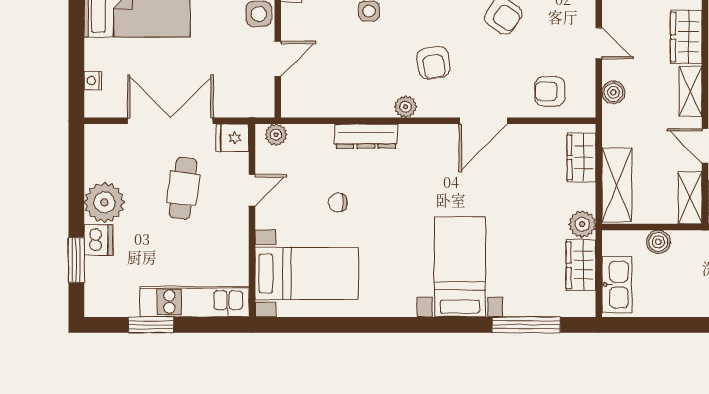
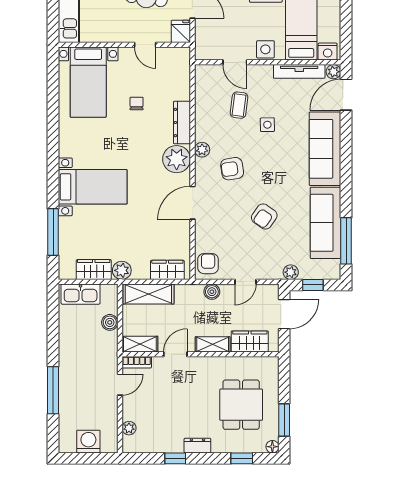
coffee table: (340, 53) -> (239, 105), added
armchair: (550, 91) -> (208, 264), moved
door: (483, 121) -> (192, 203), hinge flipped
plant: (276, 135) -> (177, 159), moved, width x1.88, depth x1.88

